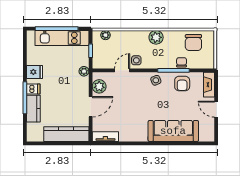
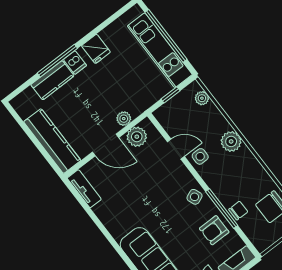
plant: (156, 37) -> (231, 141), moved
plant: (84, 71) -> (124, 119), moved

